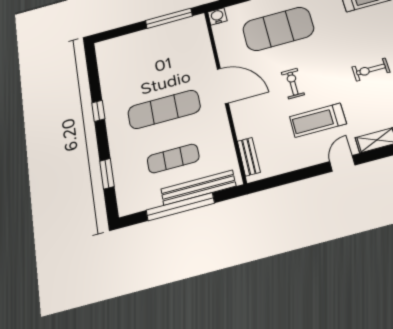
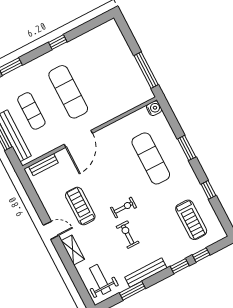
exercise mat: (278, 29) -> (151, 158), width x0.68
exercise bike: (293, 83) -> (124, 208), moved
door: (223, 86) -> (78, 139), moved

